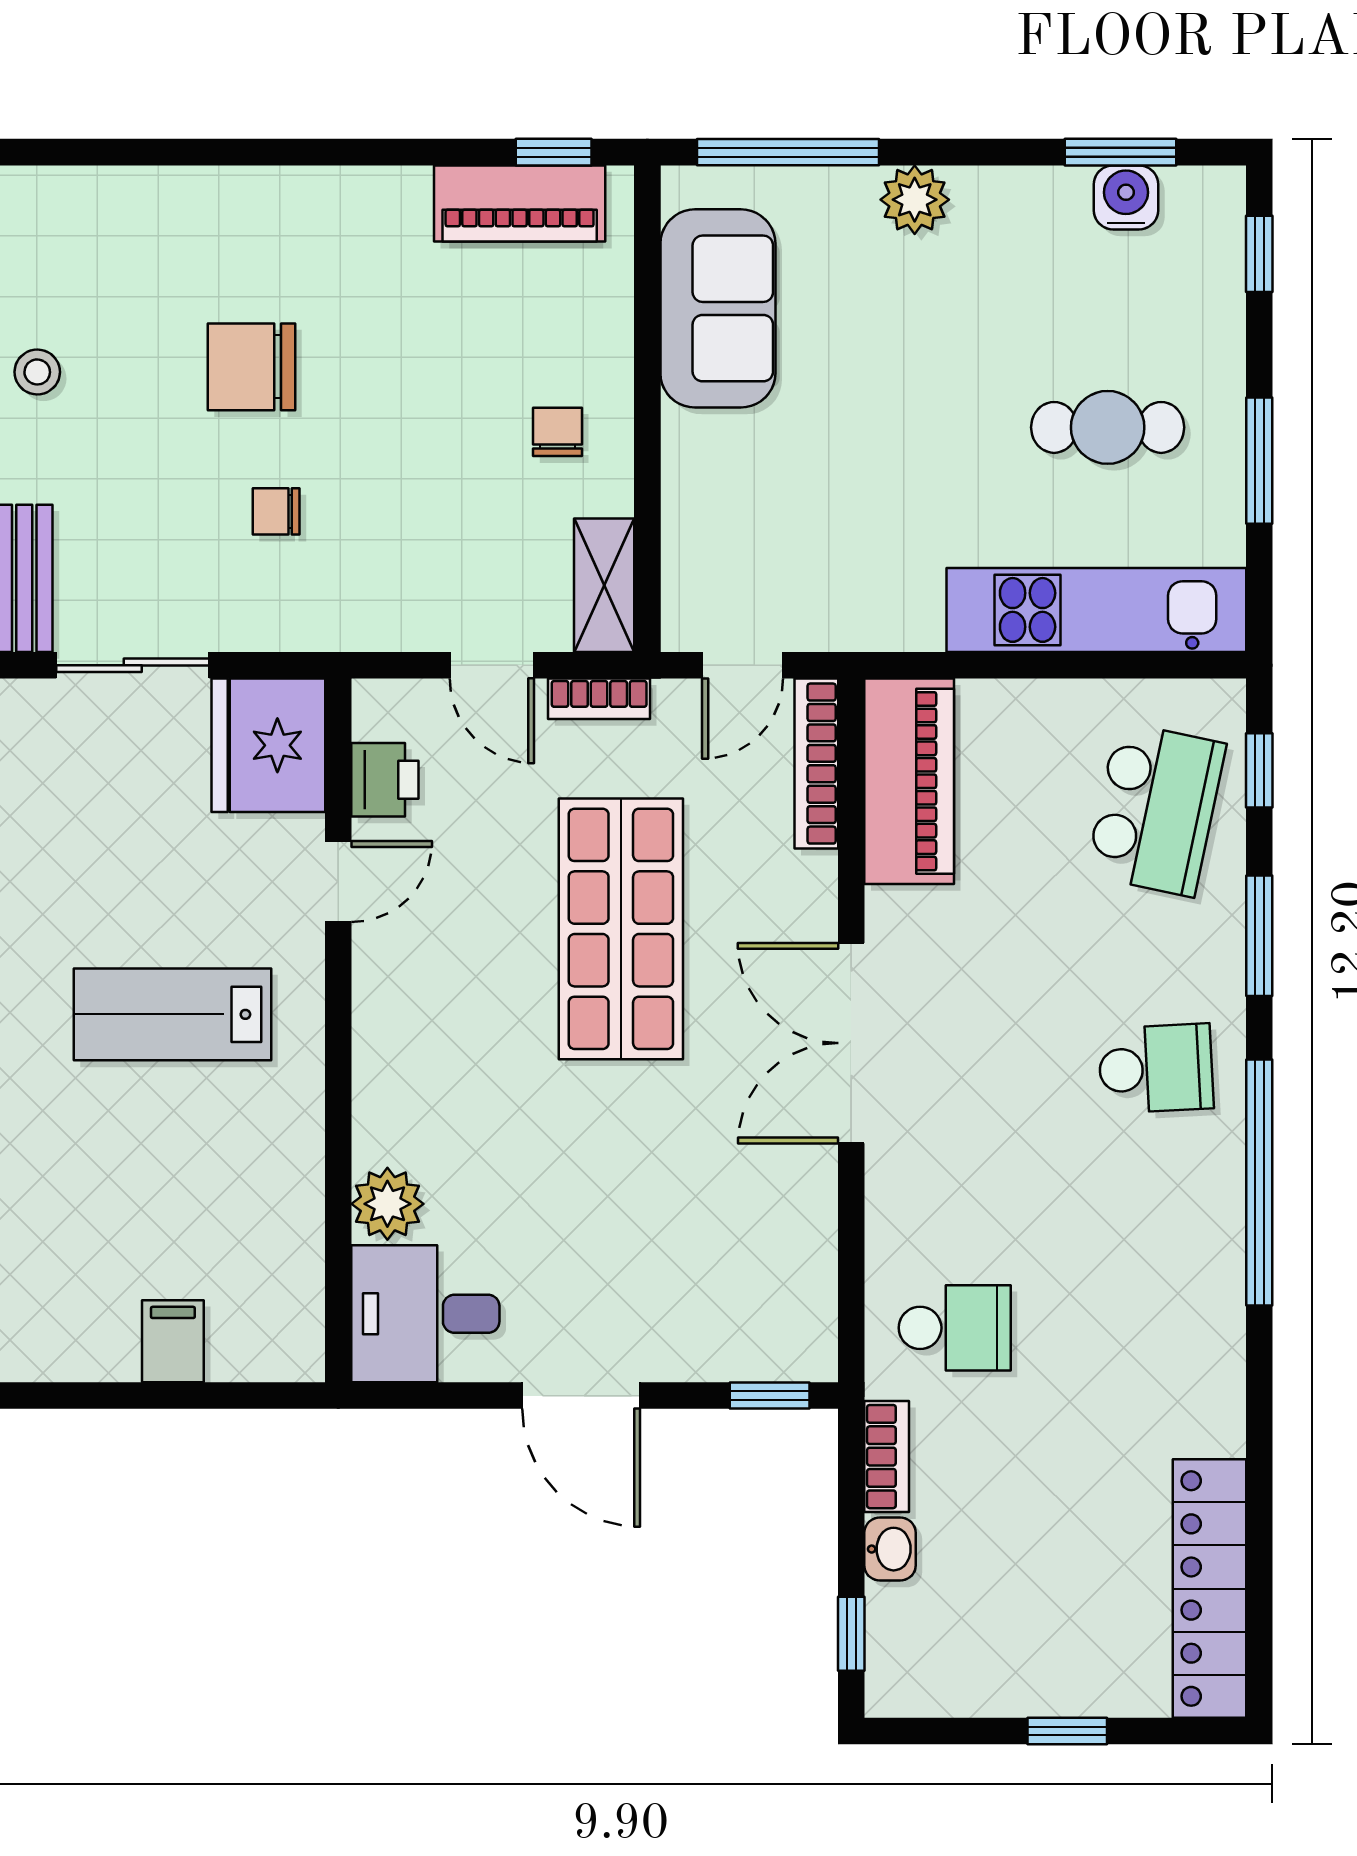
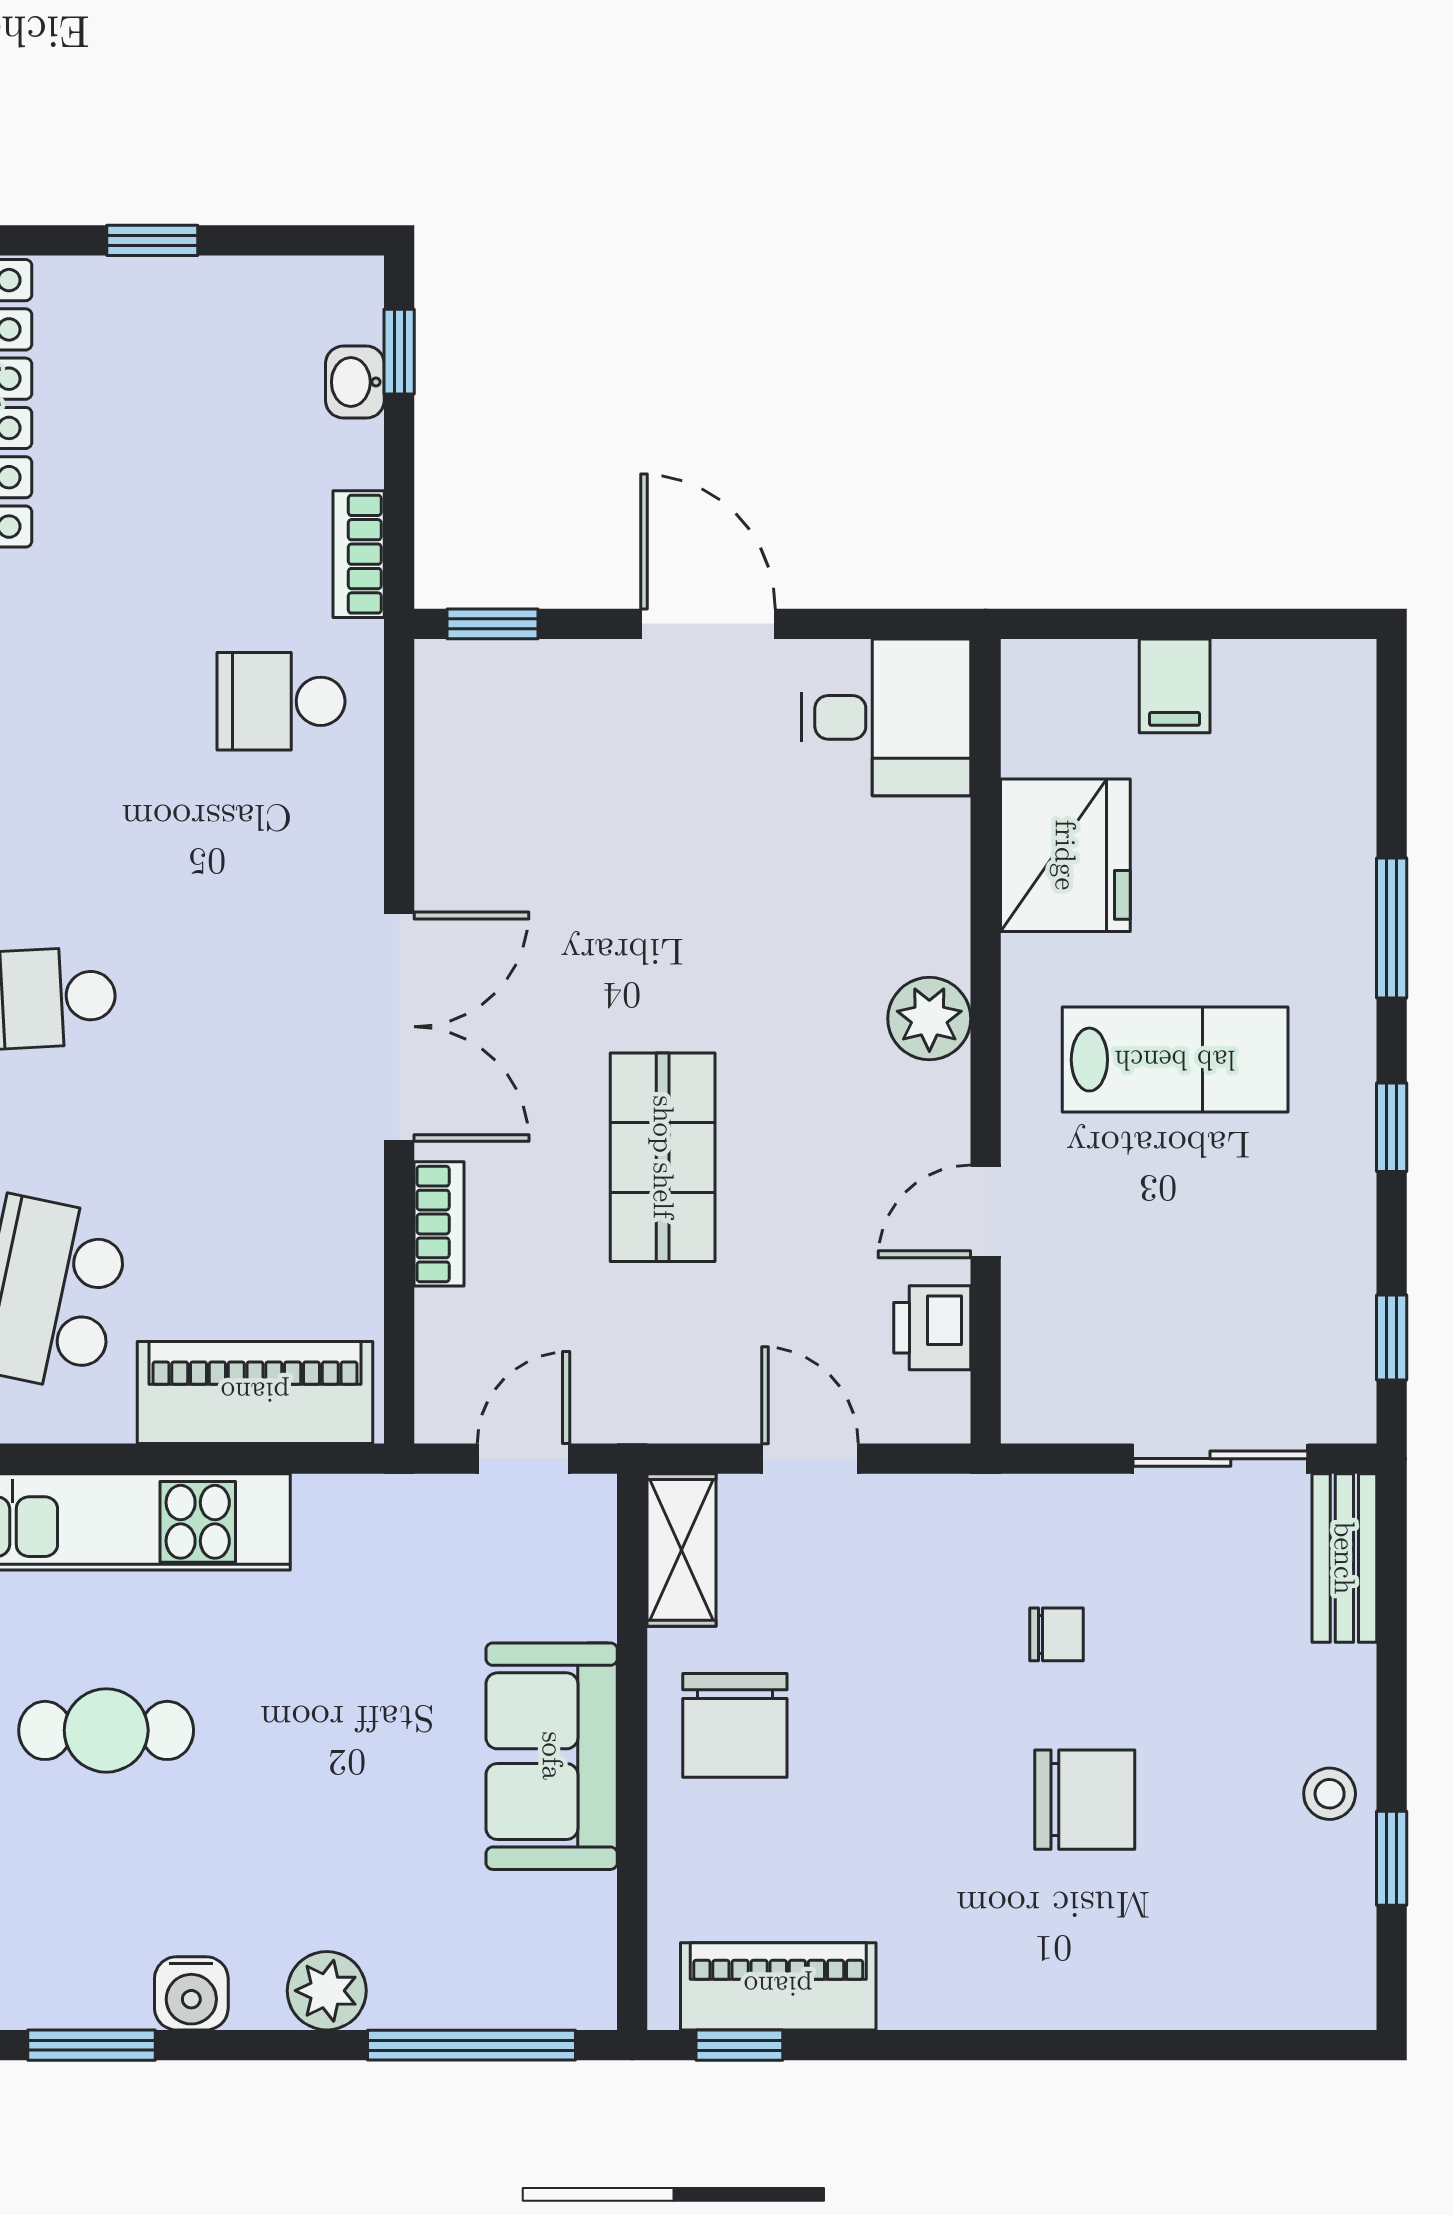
water cooler: (1126, 197) -> (191, 1993), moved
sofa: (718, 308) -> (552, 1756), moved
chair: (558, 432) -> (735, 1725), width x1.87, depth x1.87
bookcase: (599, 699) -> (687, 1420), removed
fridge: (268, 745) -> (1065, 855), moved
bookcase: (816, 764) -> (439, 1224), moved, width x0.64
piano: (909, 781) -> (255, 1392), moved, turned 90
shop shelf: (621, 929) -> (663, 1157), width x0.70, depth x0.74
plant: (387, 1204) -> (929, 1019), moved
washbasin: (890, 1549) -> (355, 382), moved

